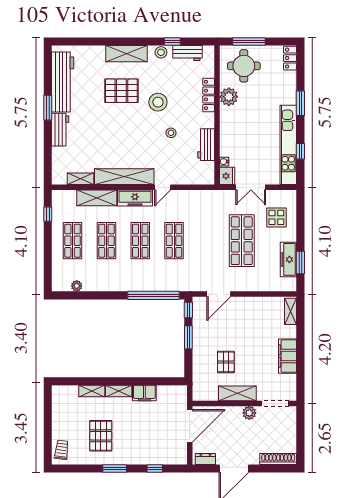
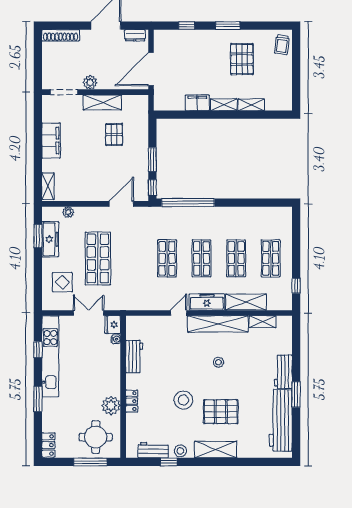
locker: (209, 95) -> (132, 401), width x0.66
stool: (171, 133) -> (218, 362), moved
plant: (77, 286) -> (68, 212), moved

